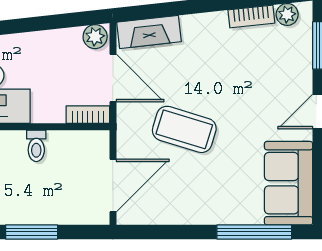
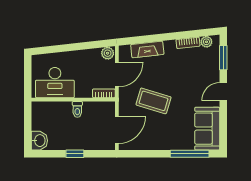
fireplace: (149, 32) -> (147, 49), moved
door: (113, 78) -> (117, 74), hinge flipped
window: (32, 232) -> (75, 154), width x0.67

